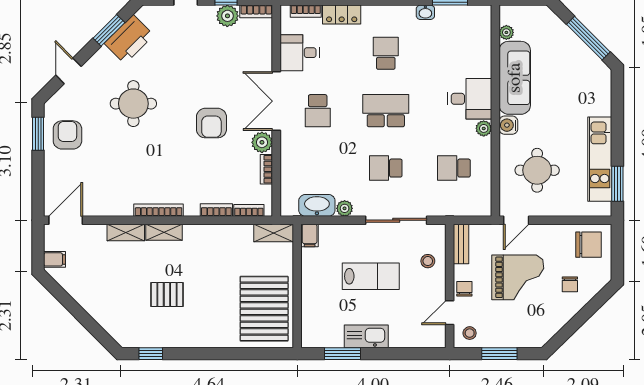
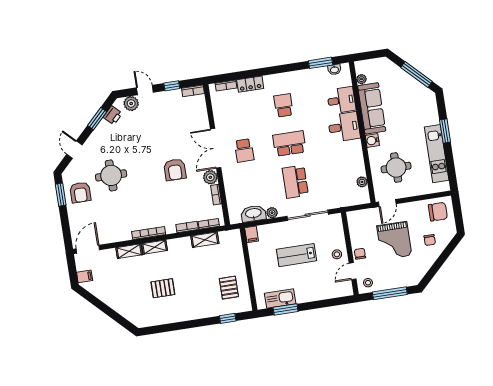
washbasin: (425, 12) -> (334, 70), moved
plant: (227, 16) -> (131, 103), moved
printer: (129, 39) -> (113, 115), width x0.53, depth x0.68
desk: (300, 53) -> (341, 100), moved, turned 180
round table: (133, 104) -> (111, 175), moved
plant: (484, 128) -> (362, 182), moved
armchair: (67, 135) -> (80, 192), turned 180
school desk: (386, 168) -> (295, 182), width x1.85
school desk: (454, 168) -> (341, 175), removed
window: (617, 184) -> (445, 131), moved
shelving: (274, 233) -> (205, 240), moved
bench: (461, 244) -> (353, 224), removed
stool: (428, 261) -> (337, 254), moved
lab bench: (371, 276) -> (296, 255), turned 180
grand piano: (518, 277) -> (394, 241), turned 90
pallet: (264, 309) -> (229, 288), width x0.49, depth x0.50
kitchen sink: (366, 336) -> (280, 299), moved
window: (151, 354) -> (228, 318), moved
window: (499, 354) -> (390, 293), width x1.44

